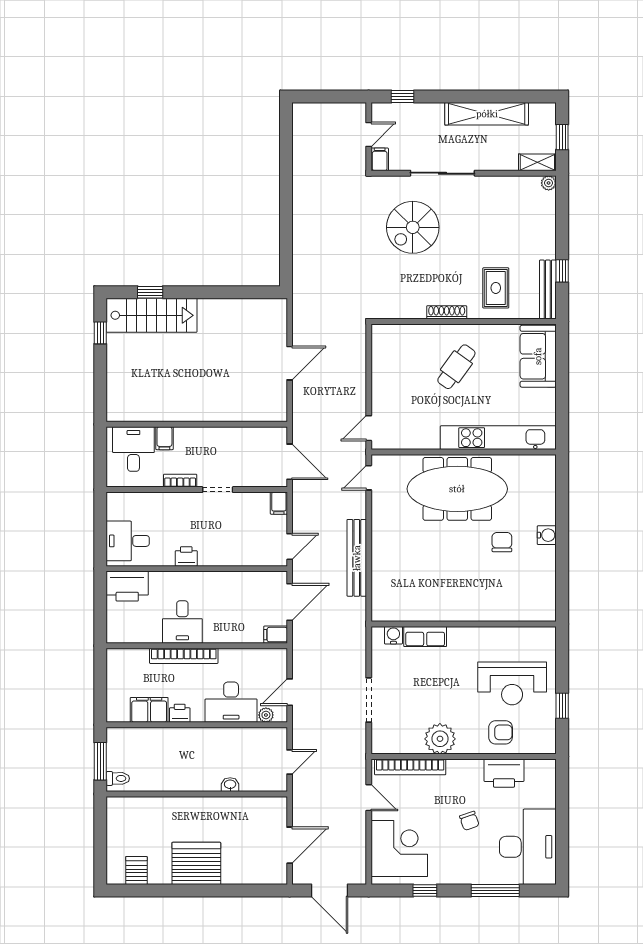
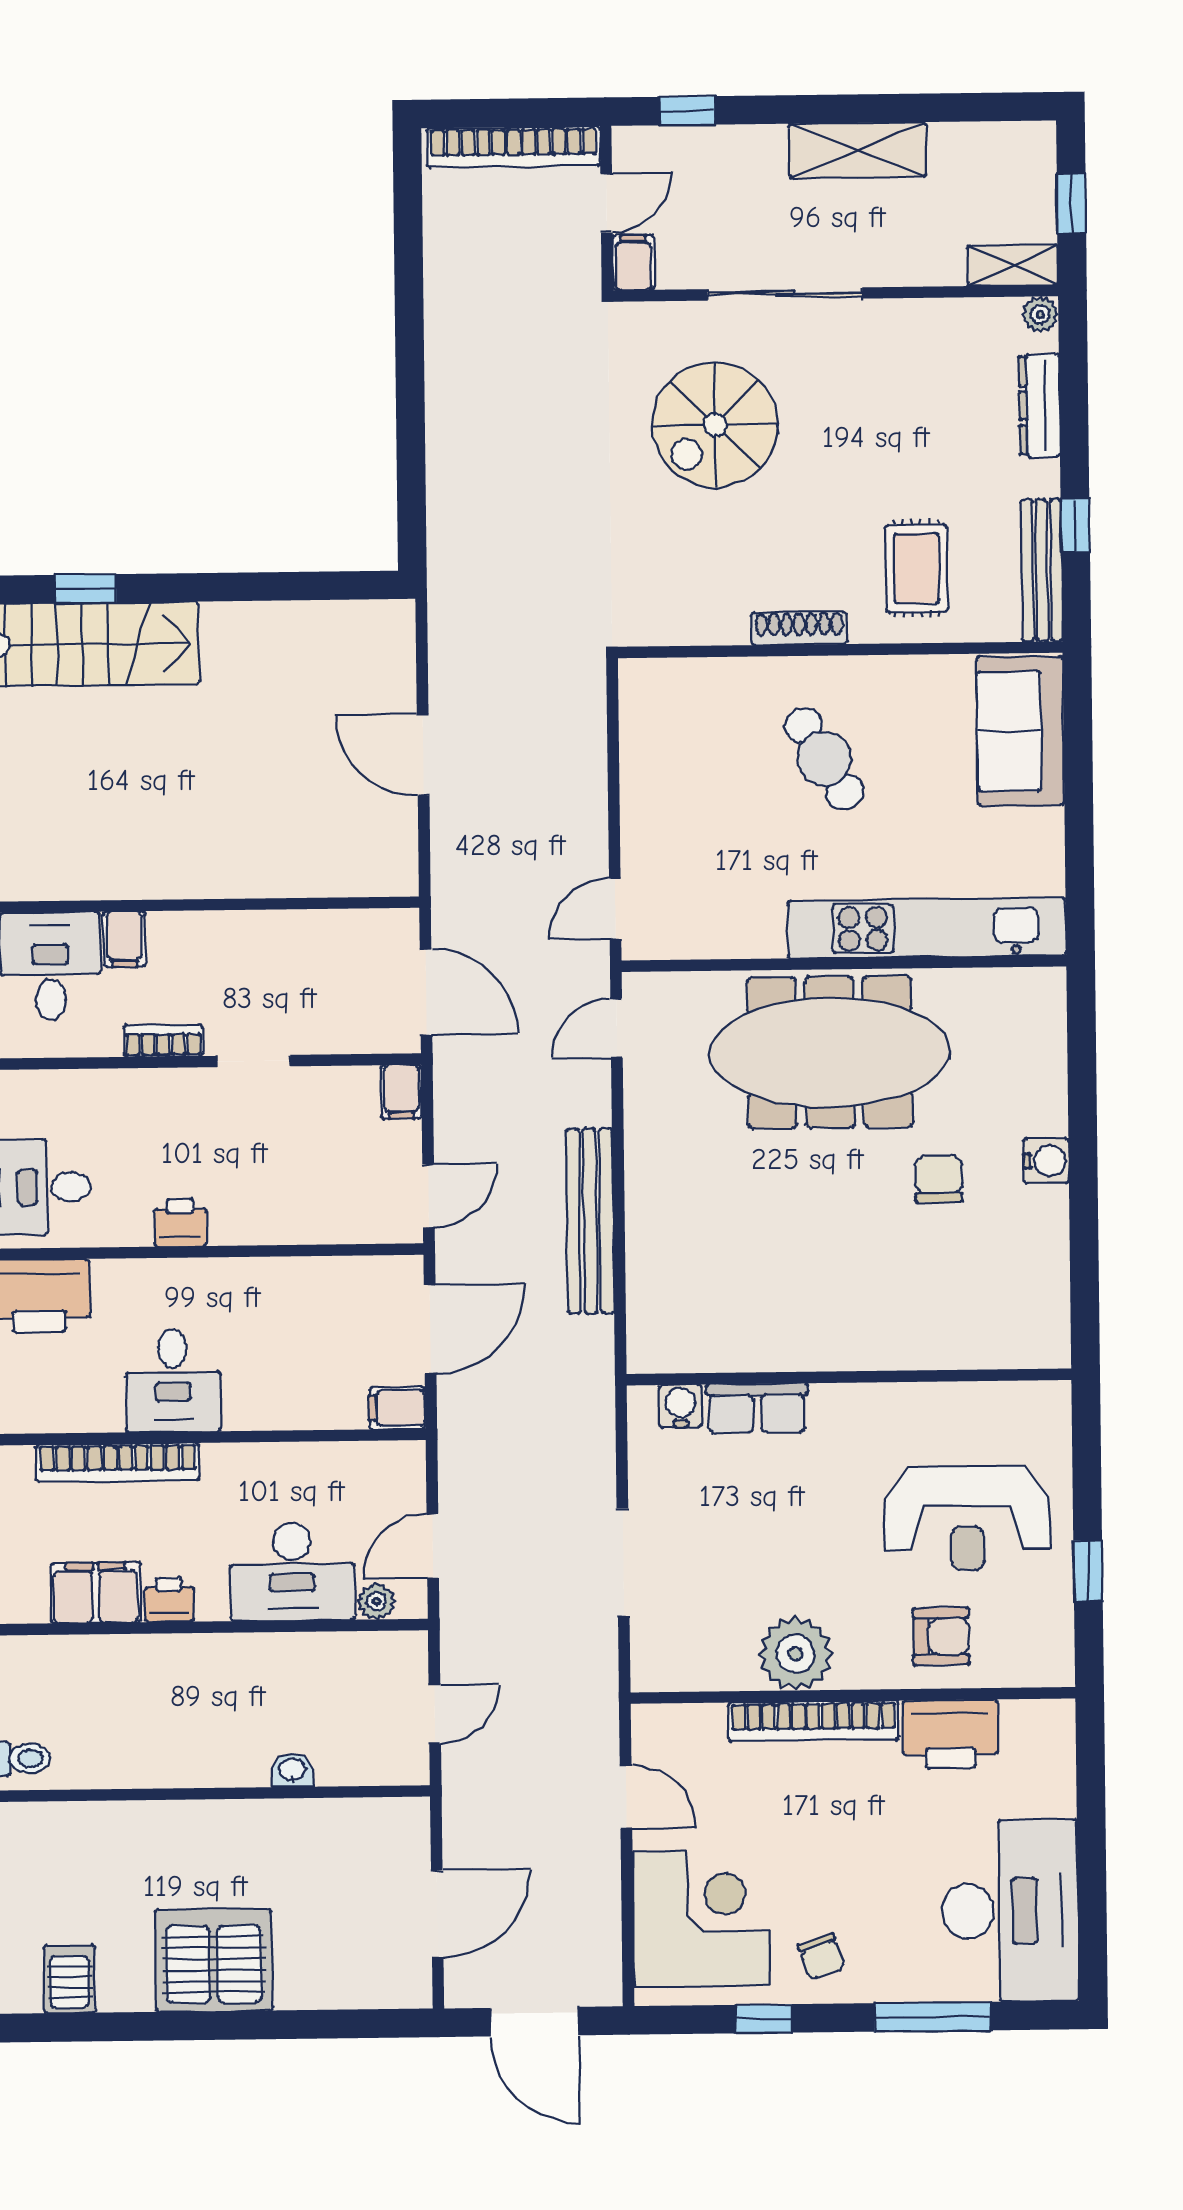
bookcase: (330, 111) -> (514, 147), added
shelving: (487, 114) -> (857, 150), width x0.68
dresser: (548, 221) -> (1039, 406), added
door: (290, 363) -> (423, 755), swing flipped
cafe table: (456, 367) -> (824, 759), turned -67
bookcase: (184, 656) -> (118, 1462), moved
bookcase: (410, 767) -> (813, 1721), moved
chair: (469, 821) -> (821, 1957), moved

